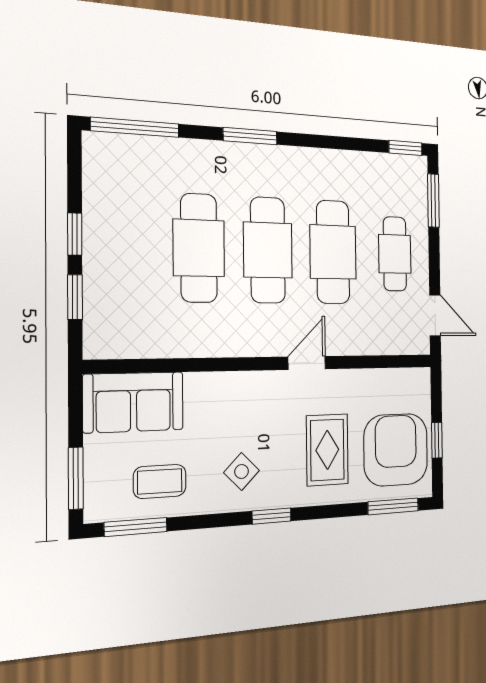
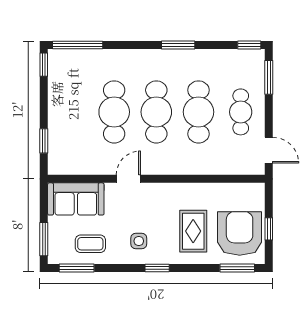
window: (250, 136) -> (178, 45), moved
window: (75, 234) -> (44, 65), moved
door: (307, 363) -> (128, 179), moved
side table: (242, 471) -> (139, 241), turned 45

